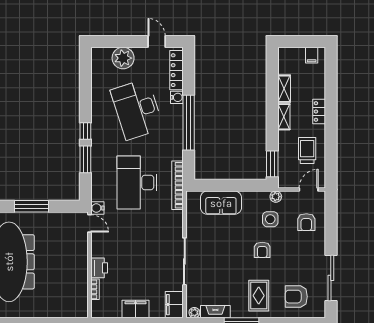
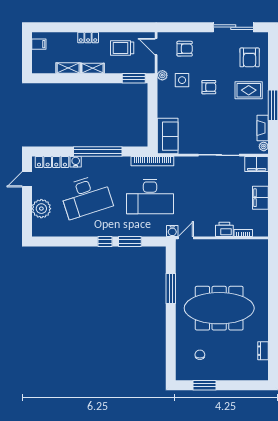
sofa: (221, 203) -> (168, 136), moved

